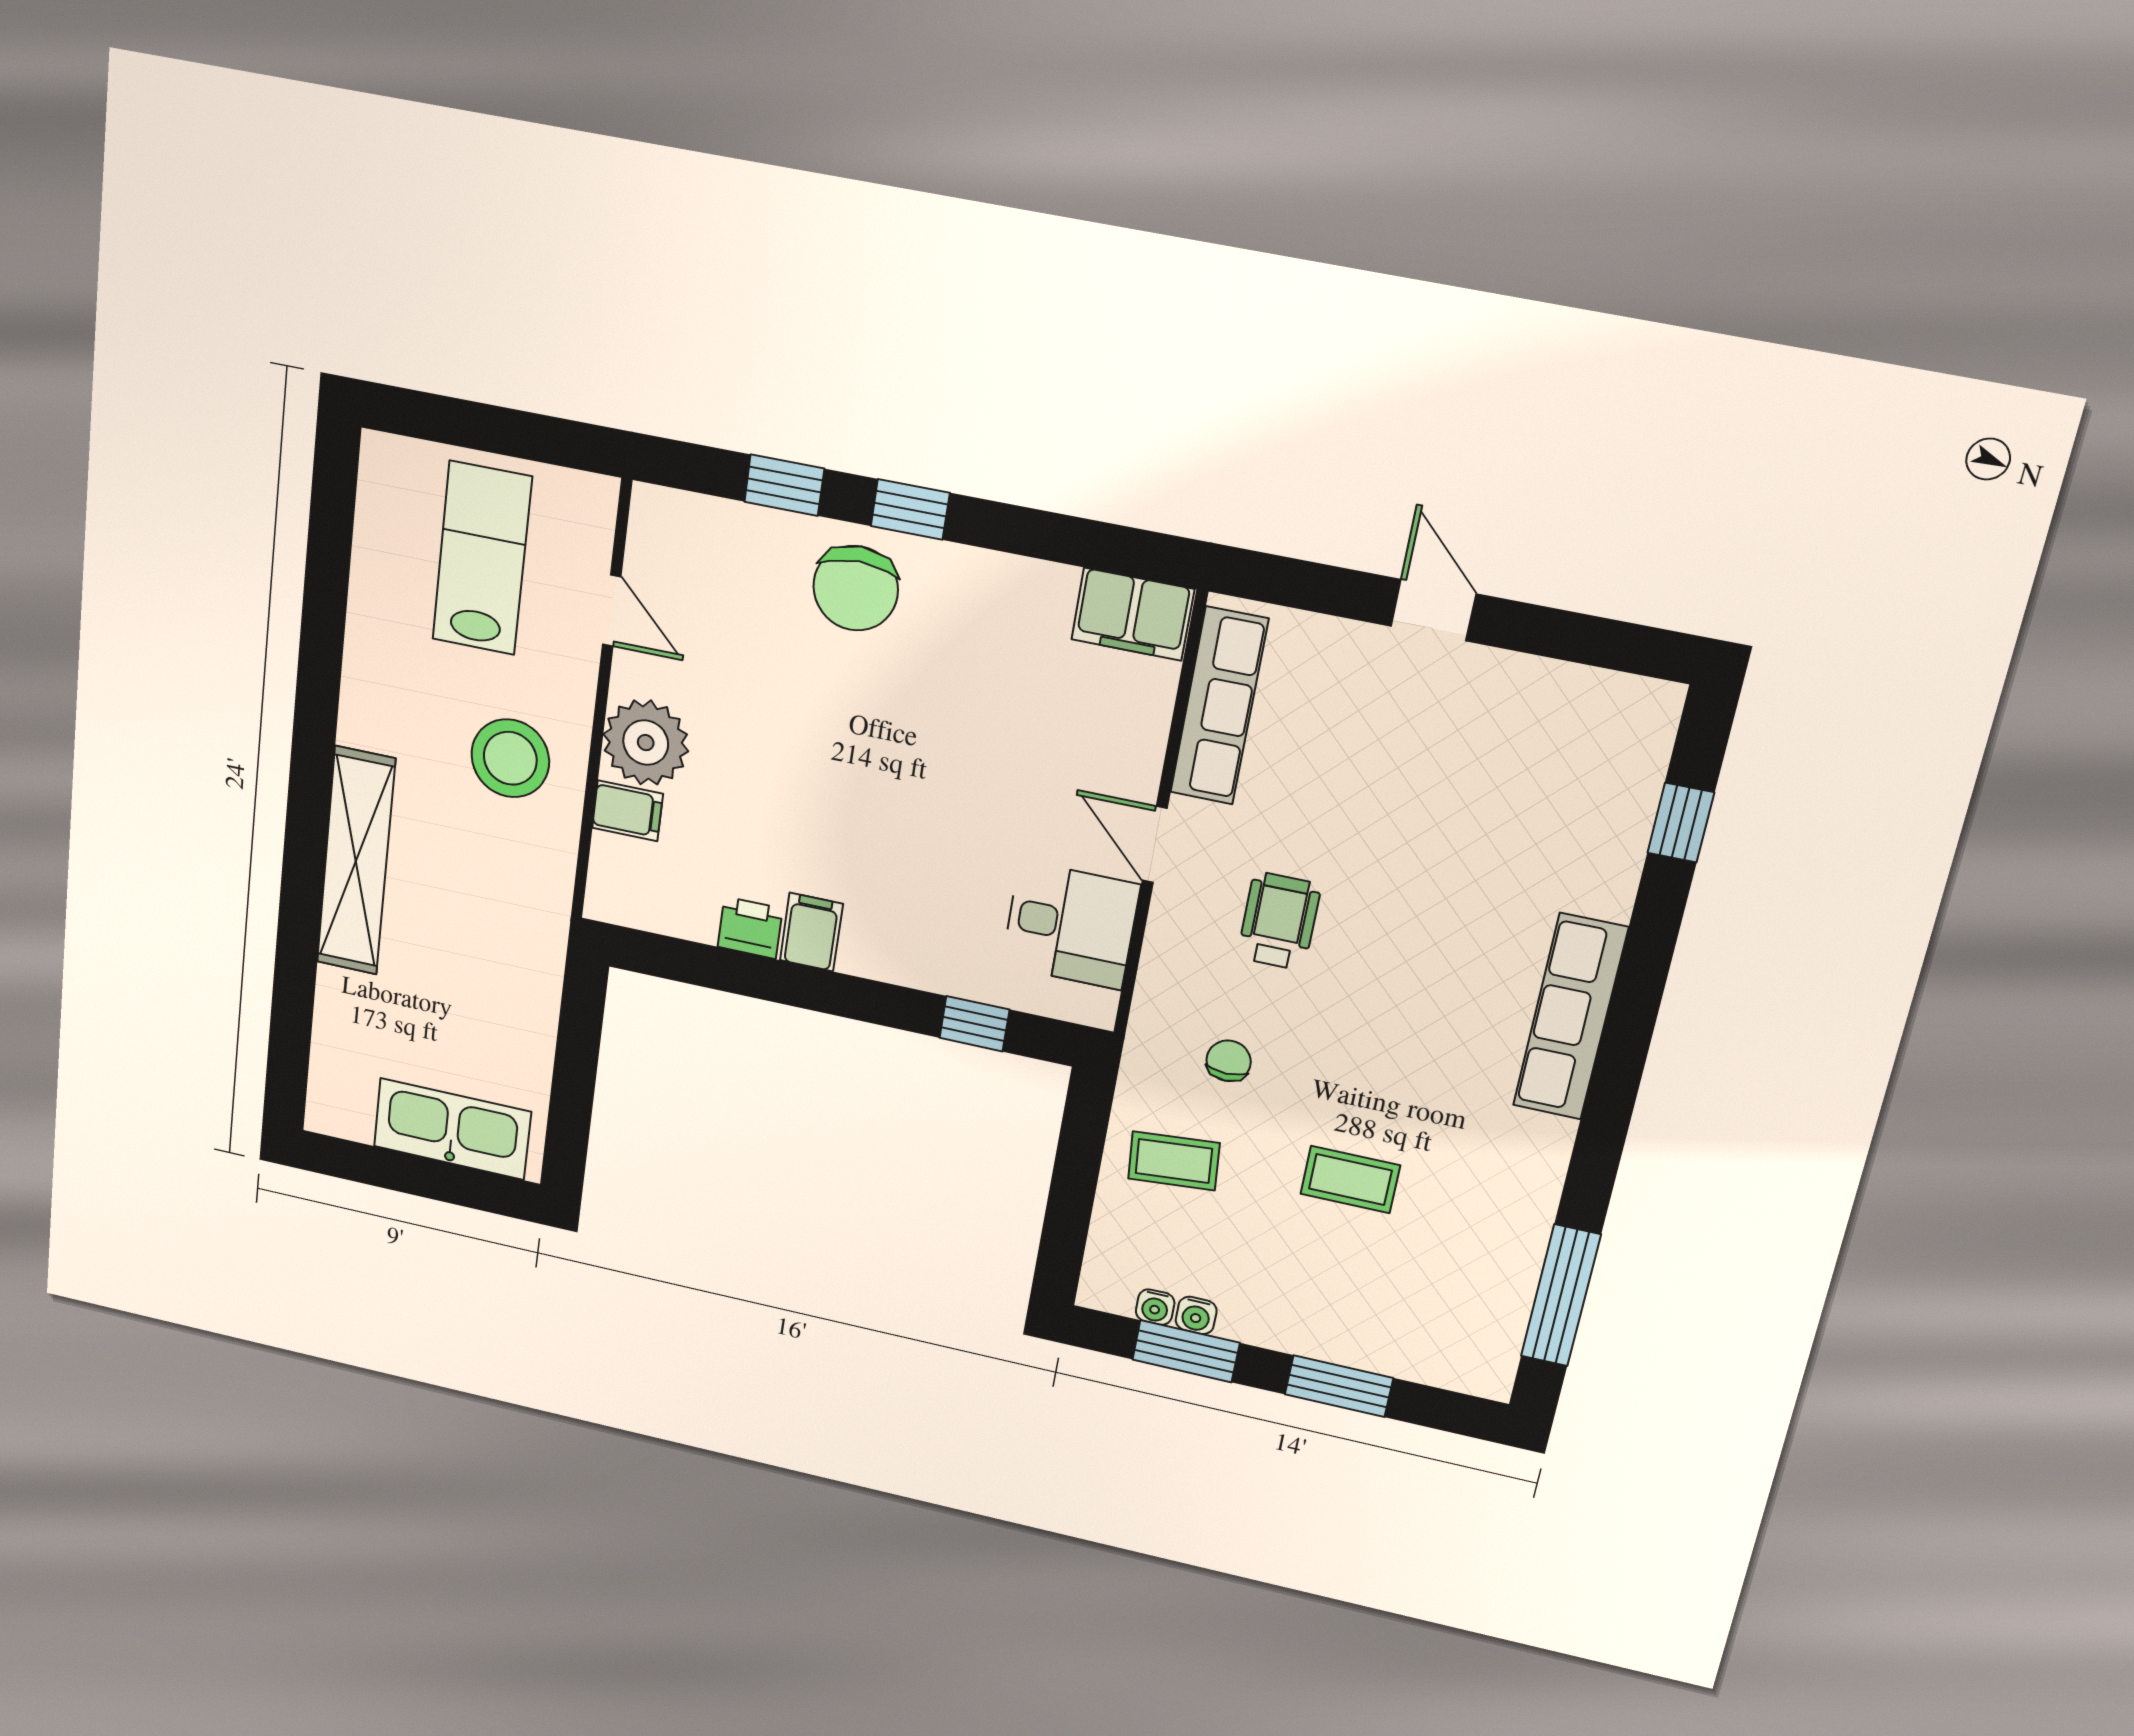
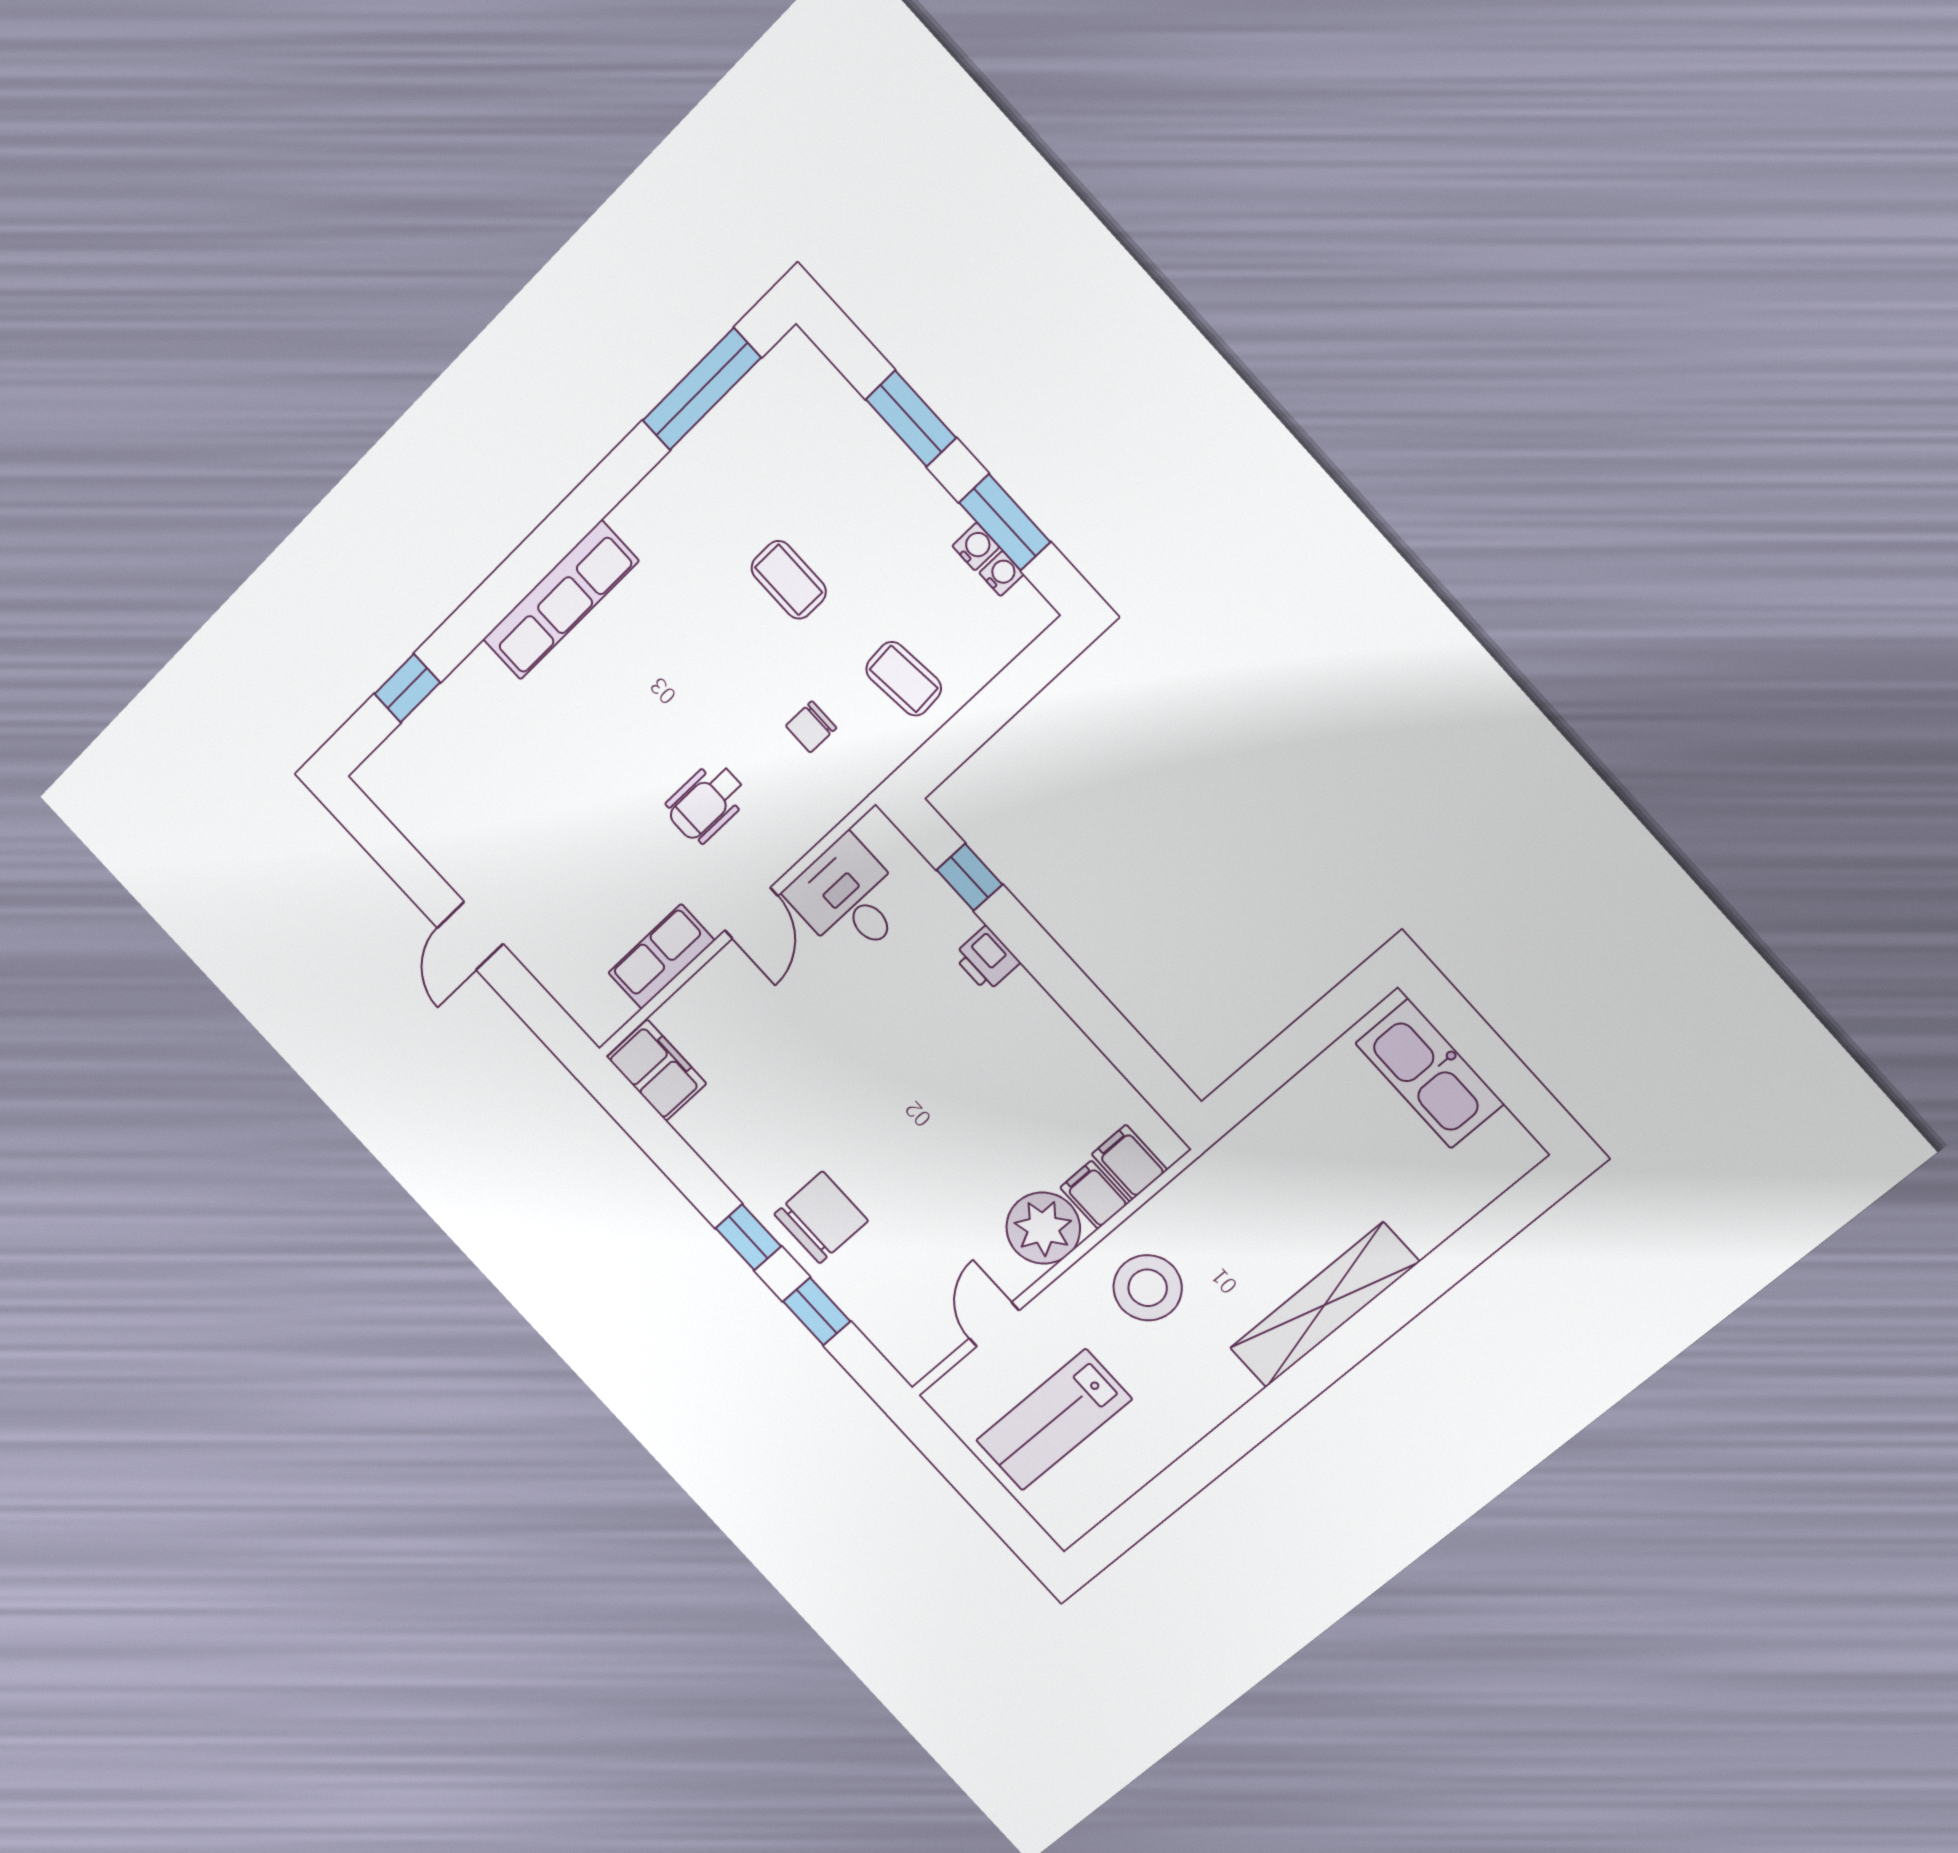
row of seats: (1219, 706) -> (661, 957), width x0.68
printer: (750, 928) -> (986, 959), moved
filing cabinet: (811, 932) -> (1129, 1162), moved, turned 90

